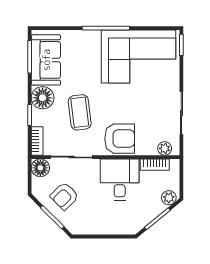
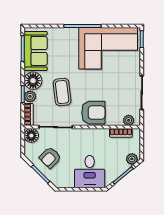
plant: (39, 118) -> (30, 96), added
desk: (120, 180) -> (90, 172), moved, turned 180

